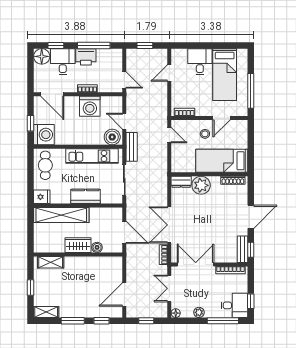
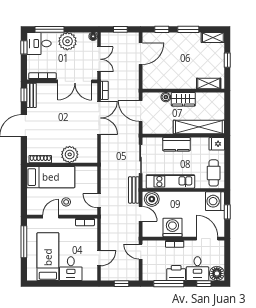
dresser: (181, 182) -> (88, 158), removed
plant: (199, 312) -> (67, 41), width x1.88, depth x1.88

